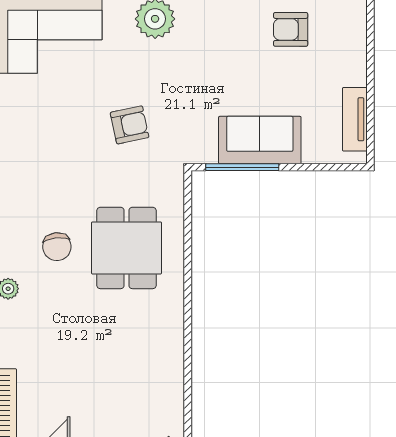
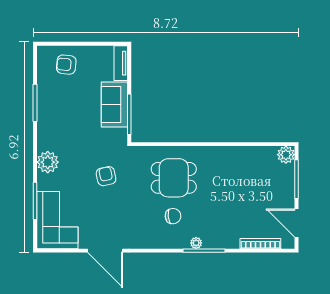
armchair: (291, 29) -> (66, 65), moved, turned 96
tv unit: (355, 119) -> (121, 63), moved, turned 90

